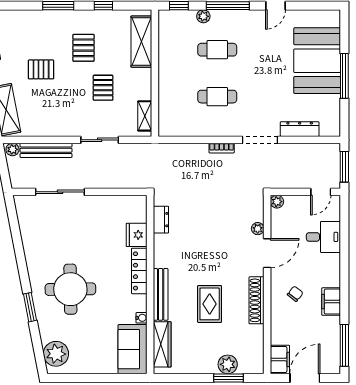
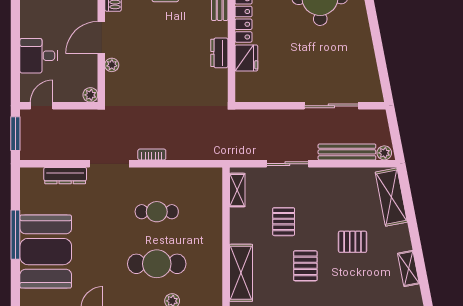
cafe table: (217, 50) -> (157, 264), width x1.37, depth x1.35
dresser: (161, 220) -> (219, 53), moved

